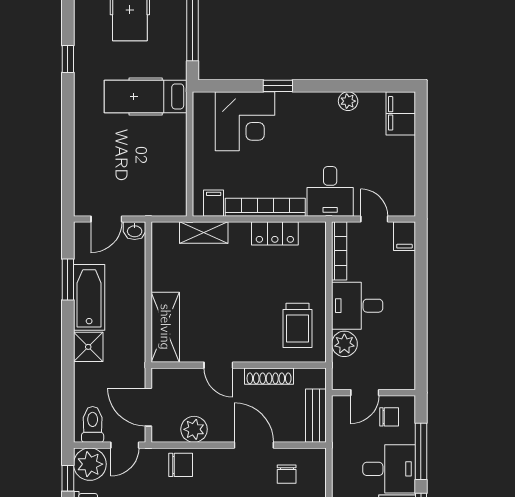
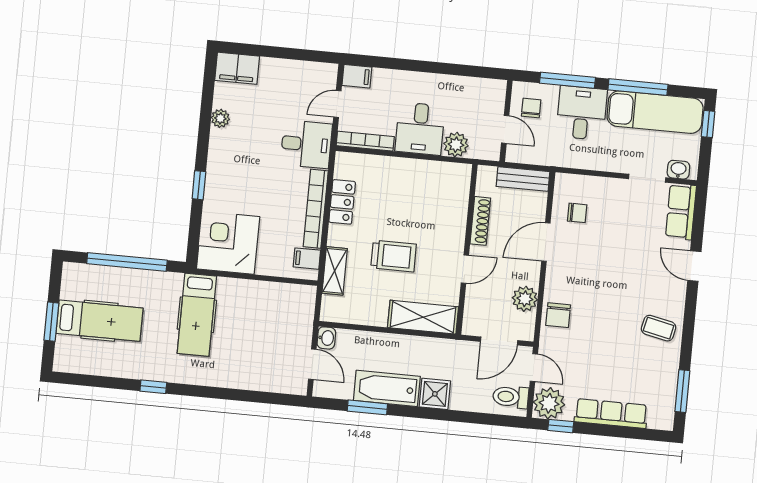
corner desk: (245, 121) -> (228, 243), moved, turned -90
trolley: (298, 325) -> (394, 256), moved
chair: (181, 465) -> (558, 315), turned 180

